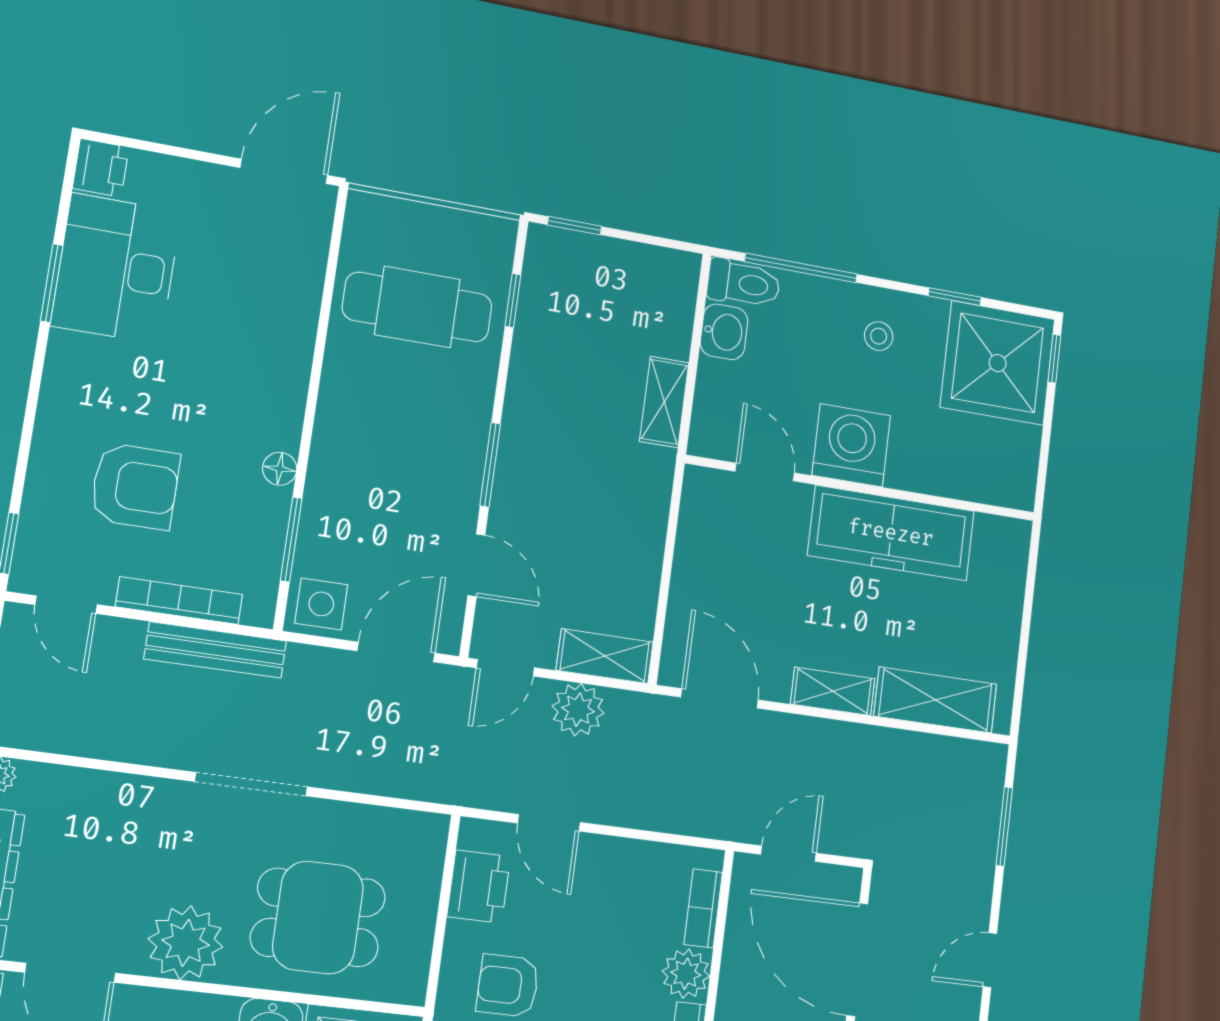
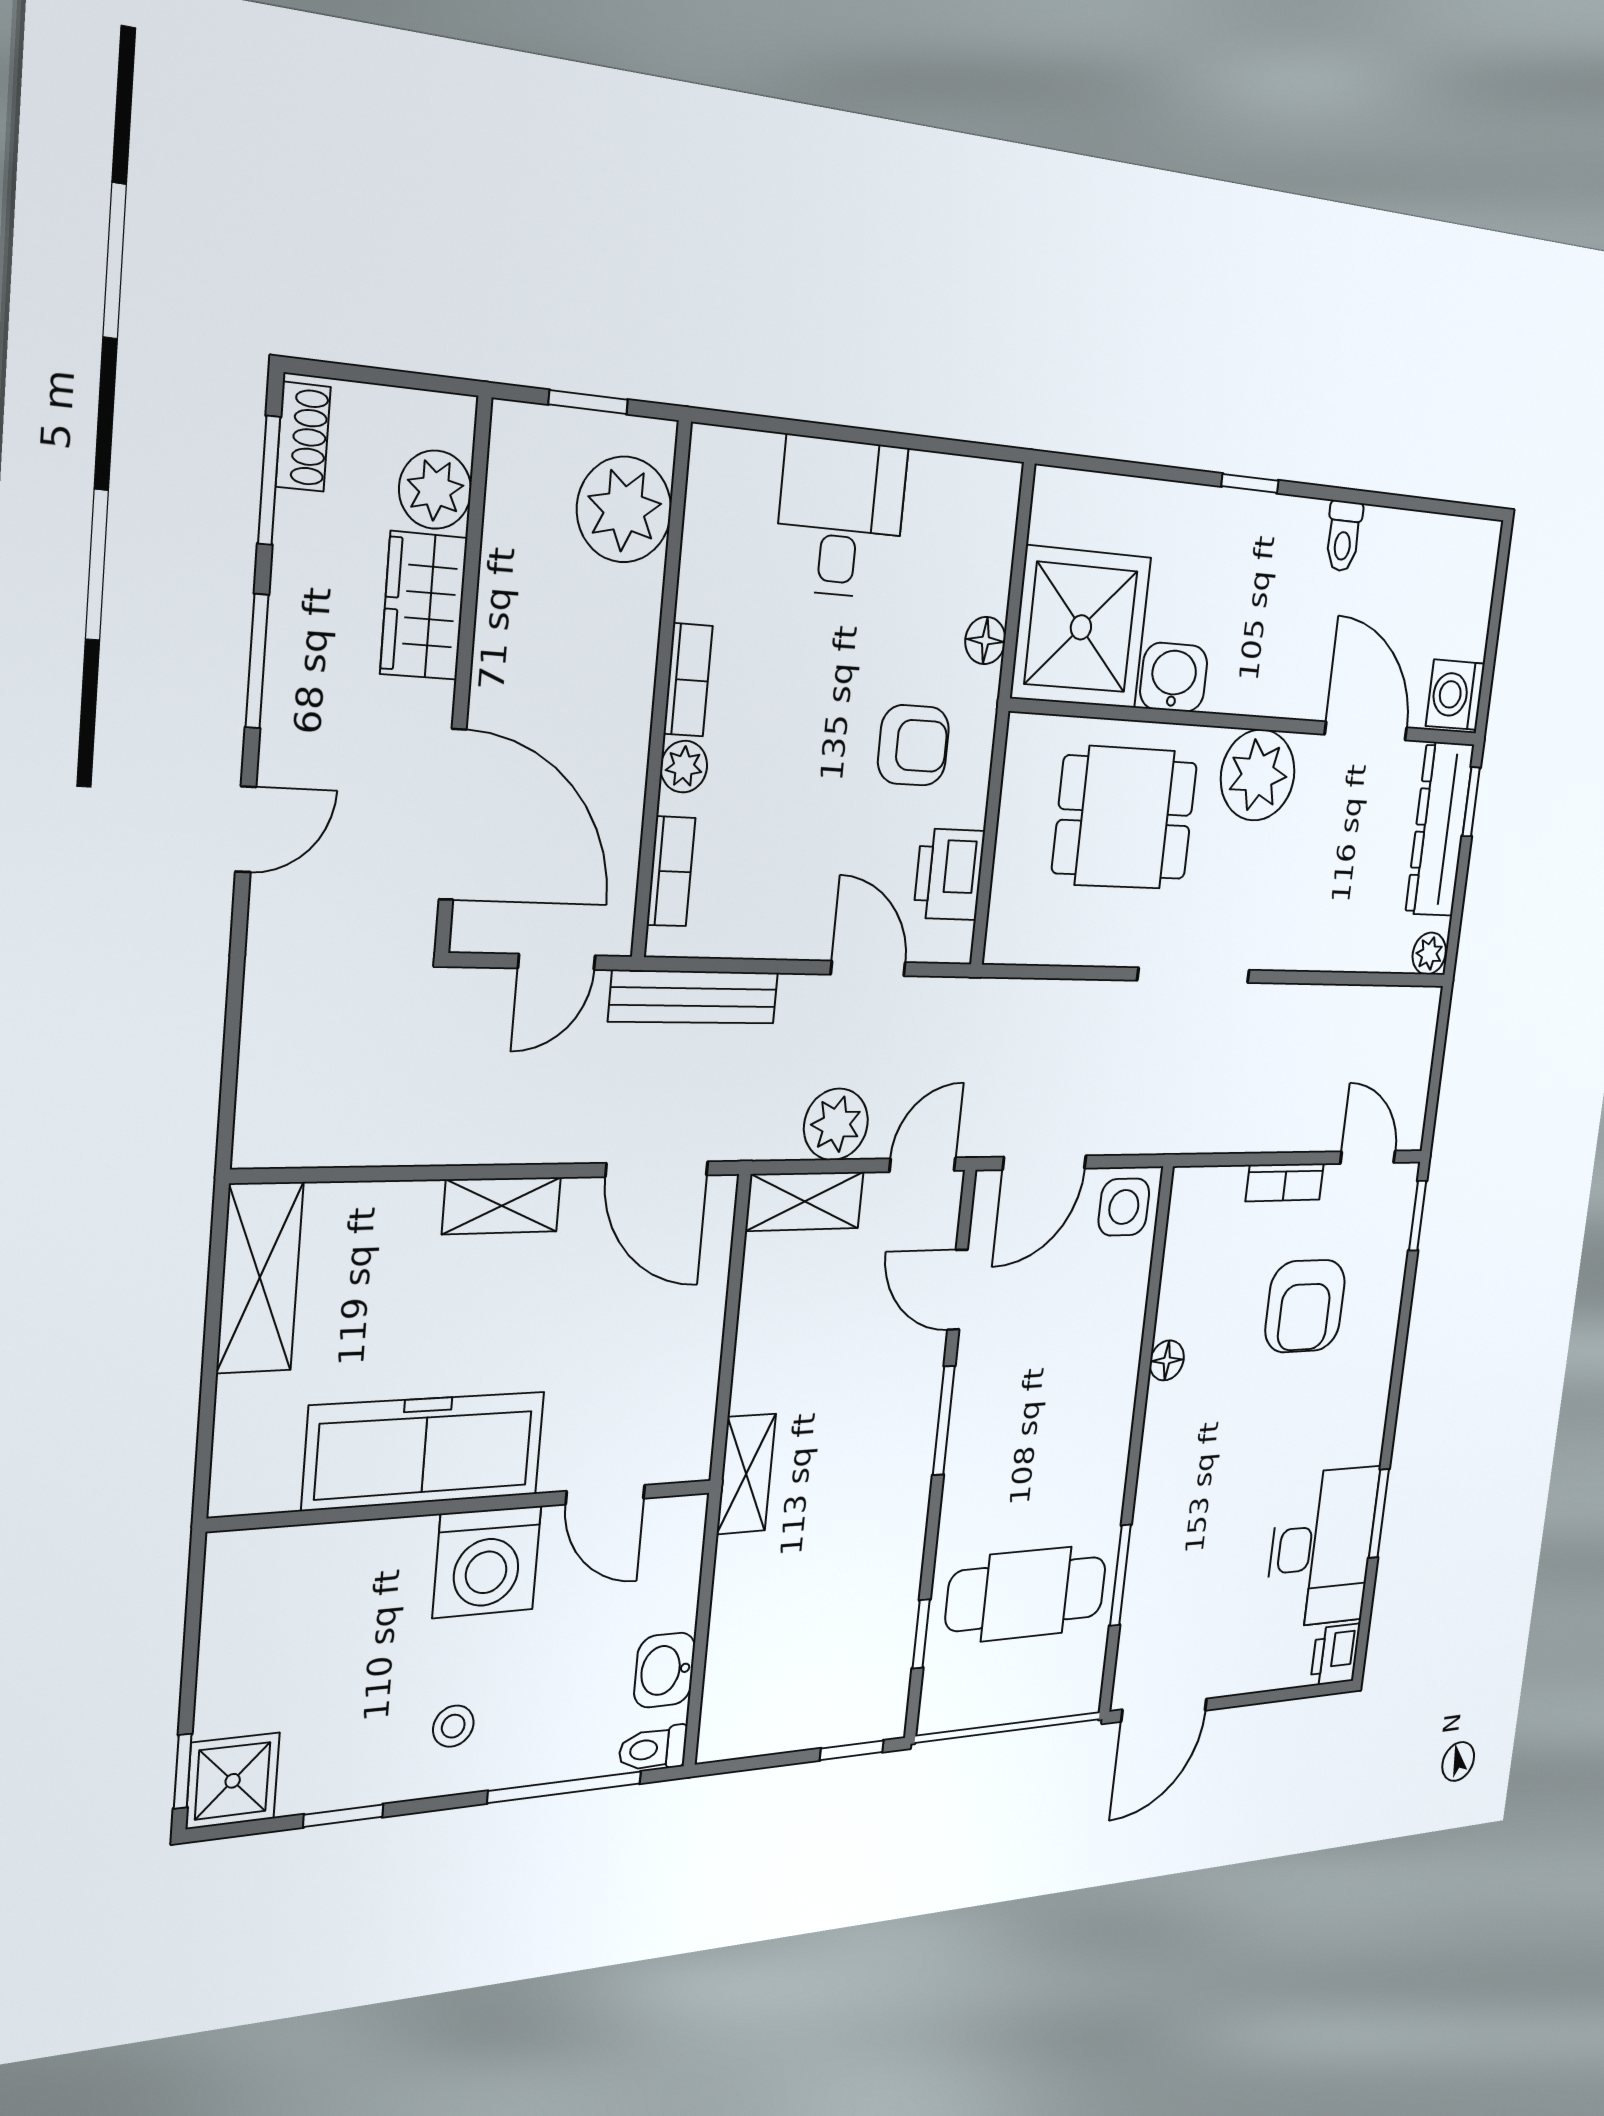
toilet: (744, 283) -> (653, 1749), width x0.73, depth x0.72
shower: (998, 363) -> (233, 1781), width x0.54, depth x0.54
shelving: (664, 402) -> (746, 1474), moved
armchair: (135, 486) -> (1305, 1306), turned -90
window: (291, 539) -> (1120, 1575), moved
bookcase: (179, 601) -> (1285, 1182), width x0.64
bench: (215, 650) -> (694, 997), moved
shelving: (936, 700) -> (260, 1278), moved, turned 90
window: (1004, 827) -> (232, 1041), removed
plant: (686, 974) -> (684, 767), width x0.73, depth x0.73

